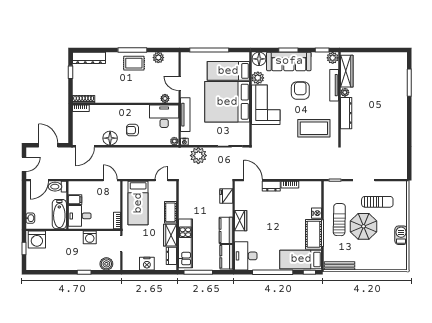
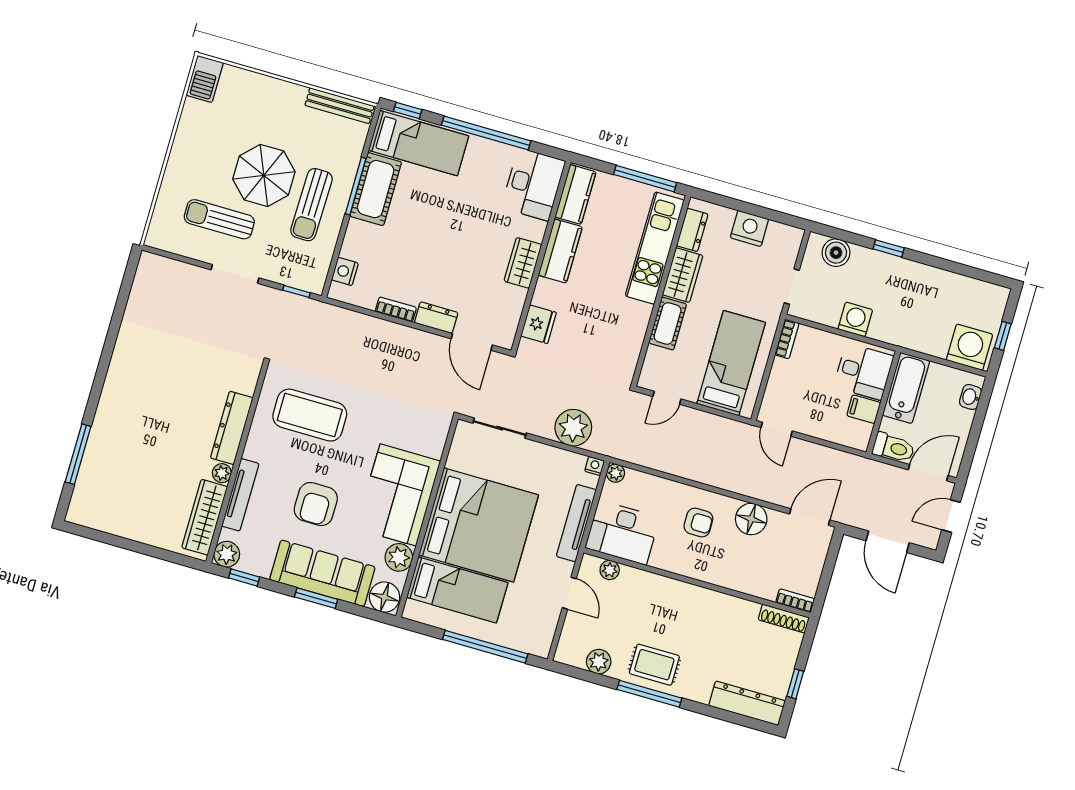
nightstand: (317, 213) -> (345, 271), moved
barbecue: (401, 235) -> (205, 79), moved

